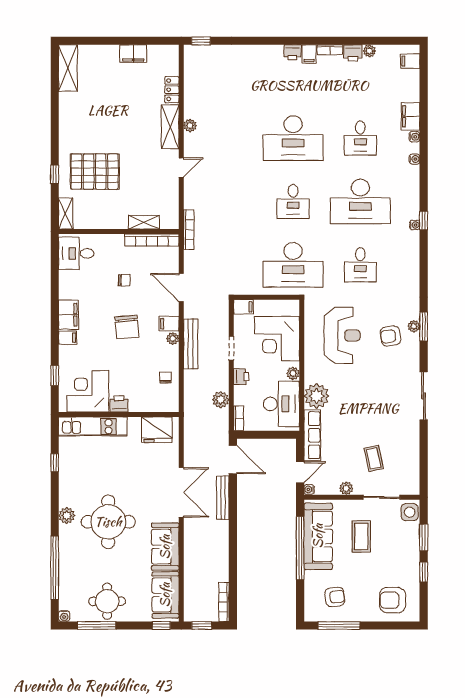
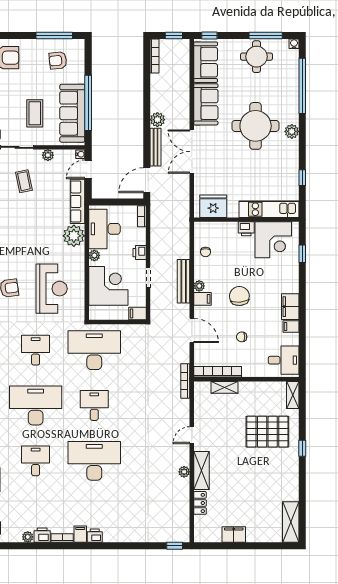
window: (55, 174) -> (302, 448), moved
reception desk: (342, 335) -> (52, 289), turned 180
filing cabinet: (68, 338) -> (291, 327), moved
plant: (221, 400) -> (157, 120), moved
door: (233, 460) -> (147, 180), hinge flipped

